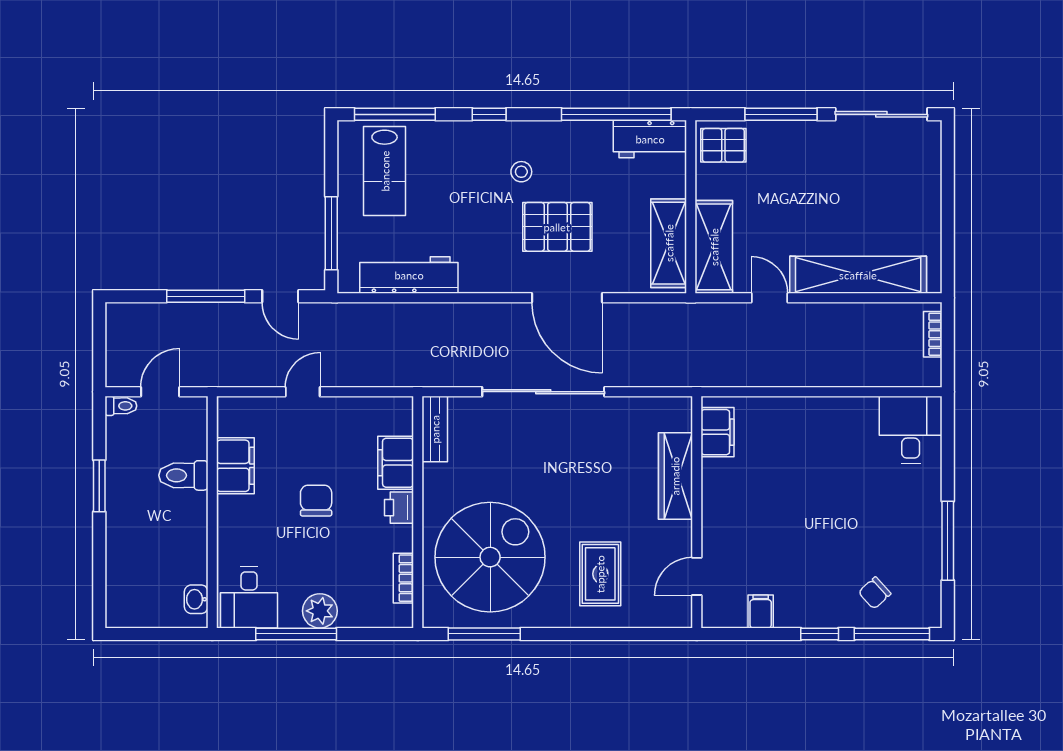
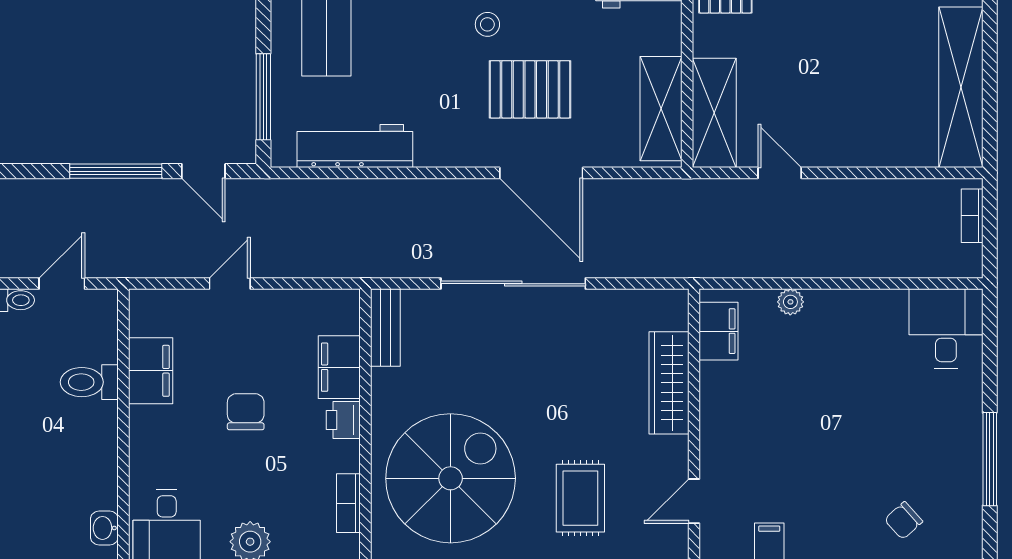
shelving: (858, 275) -> (961, 87), moved, turned 90
plant: (779, 407) -> (790, 302), added

